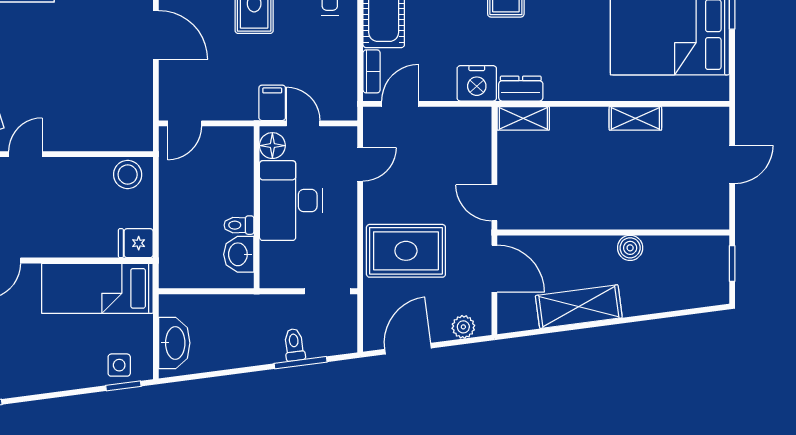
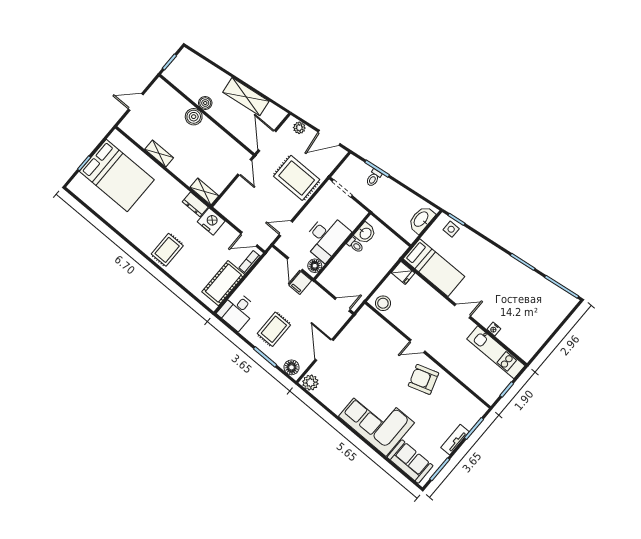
boiler: (630, 214) -> (194, 117), added

